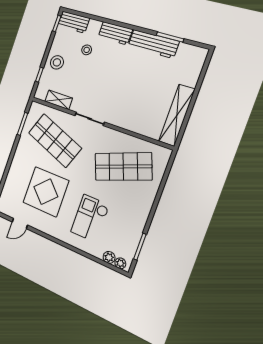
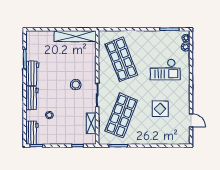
workbench: (153, 44) -> (32, 73), width x0.73
stool: (57, 62) -> (76, 85), moved
display table: (46, 192) -> (160, 109), width x0.54, depth x0.54

